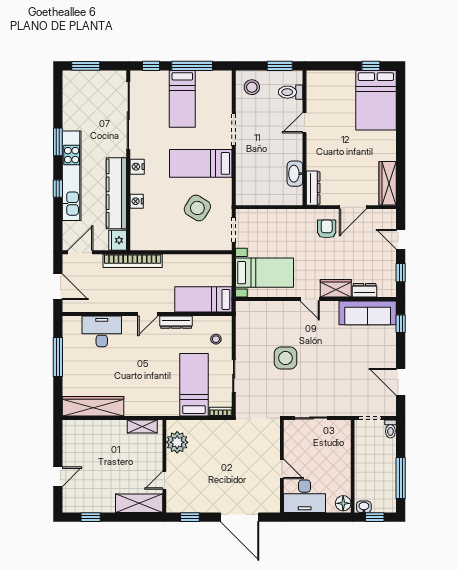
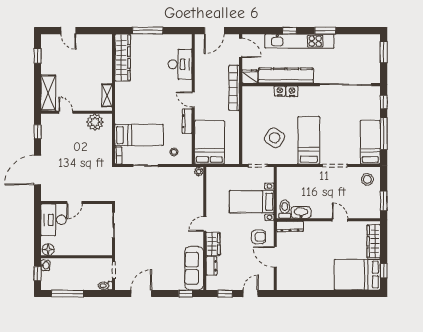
toilet: (291, 92) -> (285, 209), moved
bed: (182, 99) -> (370, 142), moved, turned 90
nightstand: (137, 167) -> (292, 91), moved
wardrobe: (388, 183) -> (374, 241), moved, turned -90
bed with nightstands: (265, 273) -> (252, 202), moved, turned 90
bed: (203, 299) -> (209, 142), width x1.50
plant: (241, 307) -> (199, 171), added
window: (58, 357) -> (148, 31), moved
side table: (286, 358) -> (160, 205), removed

